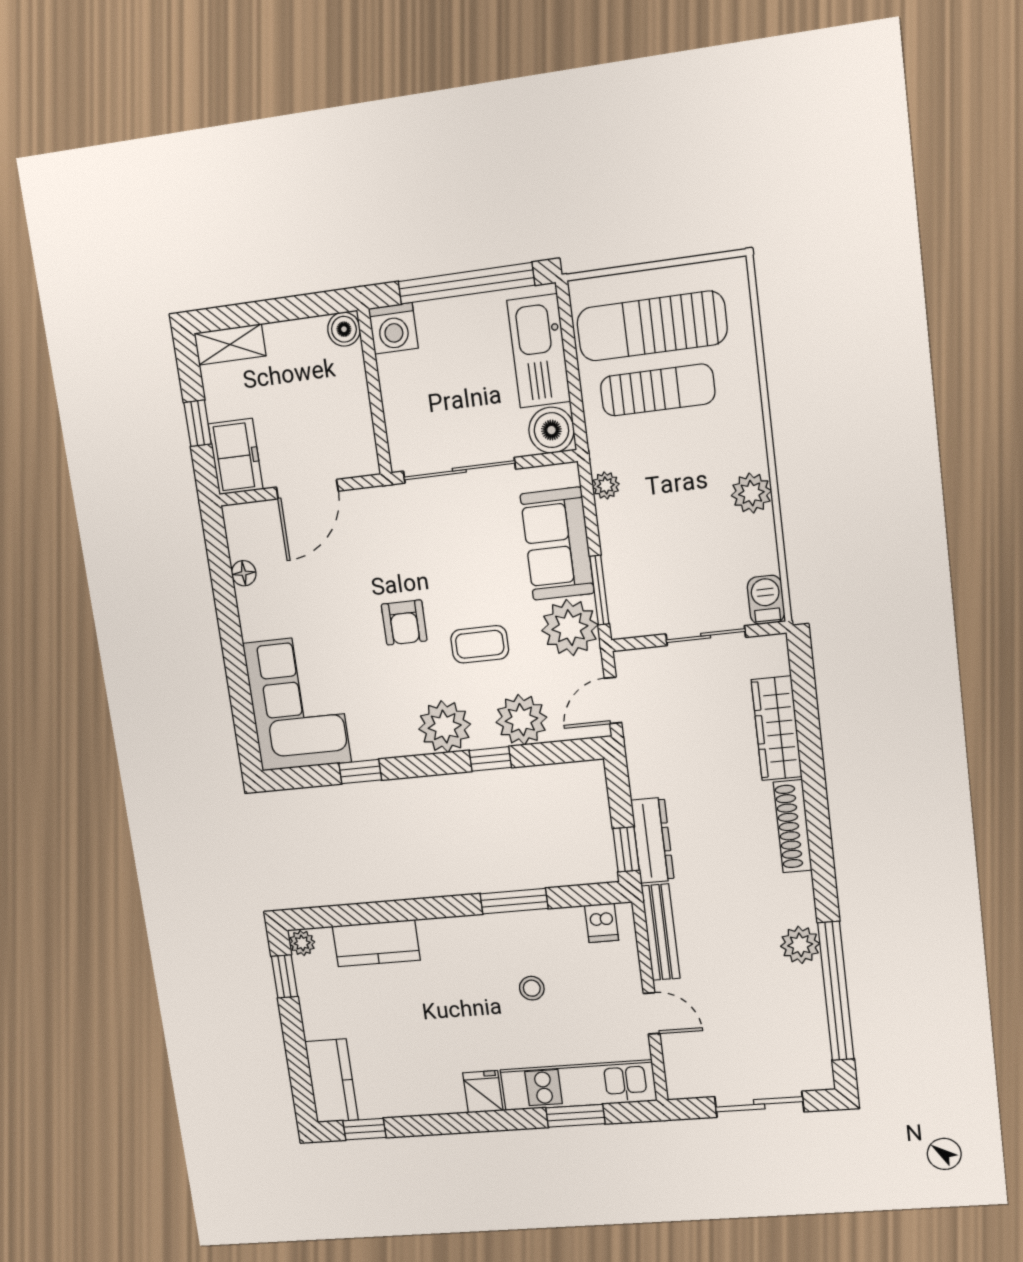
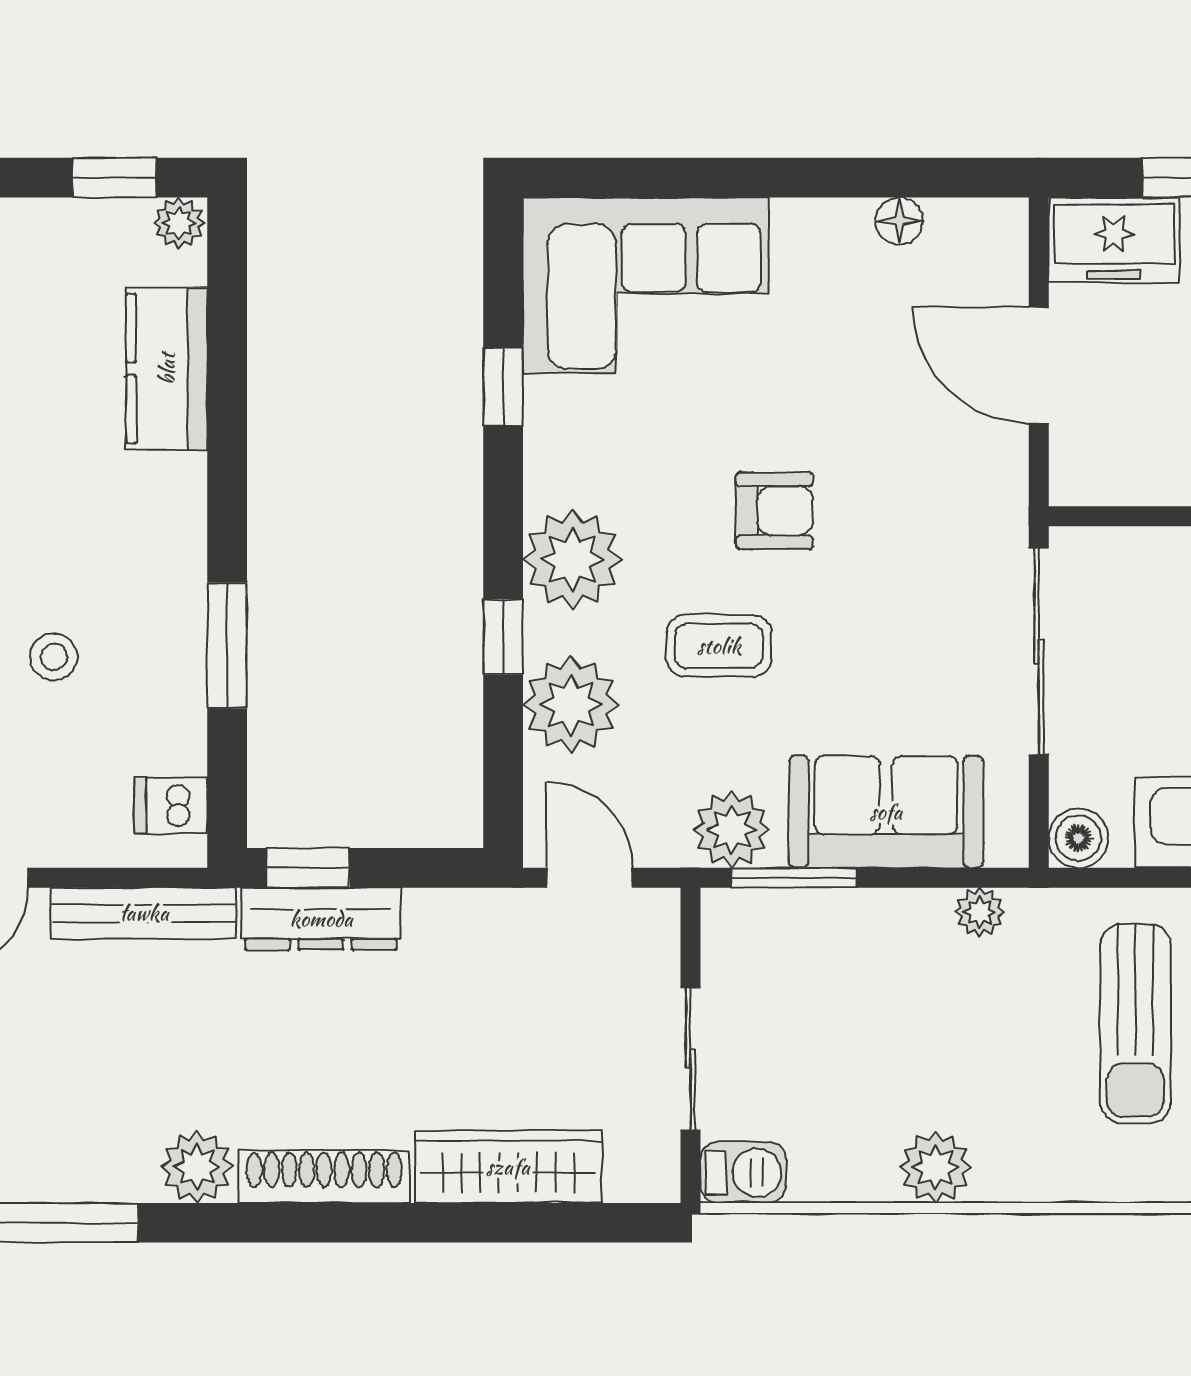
boiler: (551, 430) -> (1078, 838), width x0.73, depth x0.73
armchair: (404, 622) -> (774, 511), turned 180
plant: (570, 628) -> (732, 830), width x0.73, depth x0.73
coffee table: (480, 644) -> (719, 646), turned 90
plant: (800, 945) -> (197, 1167), moved

